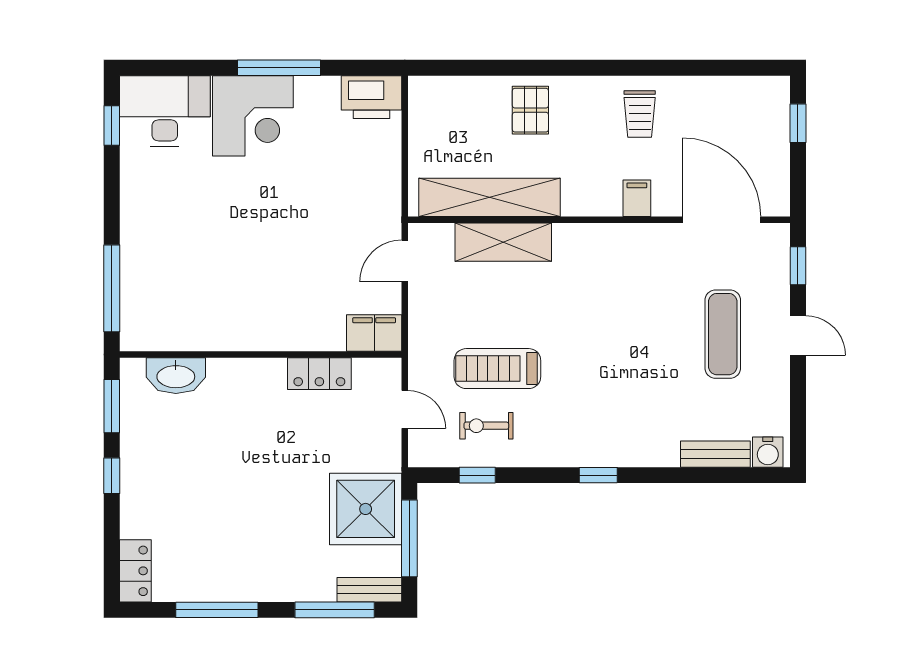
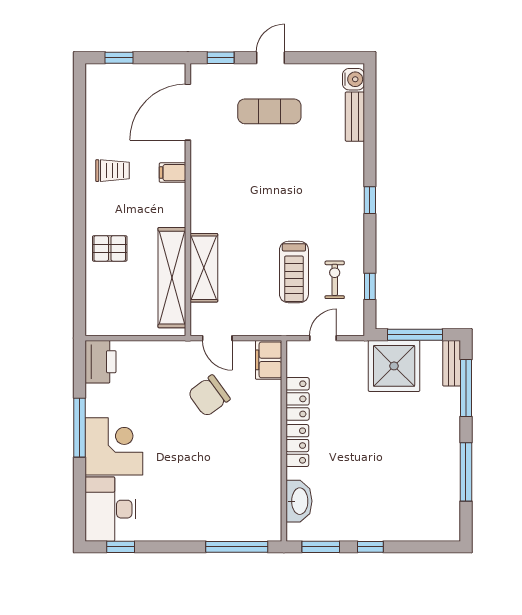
chair: (324, 249) -> (209, 396), added
exercise bike: (486, 426) -> (335, 280), turned 180
locker: (135, 571) -> (297, 446), moved, turned 90

